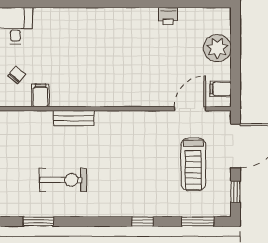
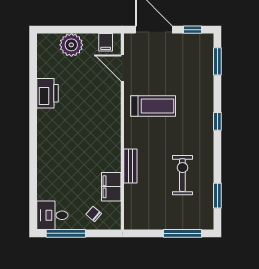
printer: (168, 16) -> (47, 93), width x1.87, depth x1.48
filing cabinet: (40, 95) -> (111, 187), width x2.00
treadmill: (193, 164) -> (153, 106), moved
window: (143, 221) -> (217, 121), moved

